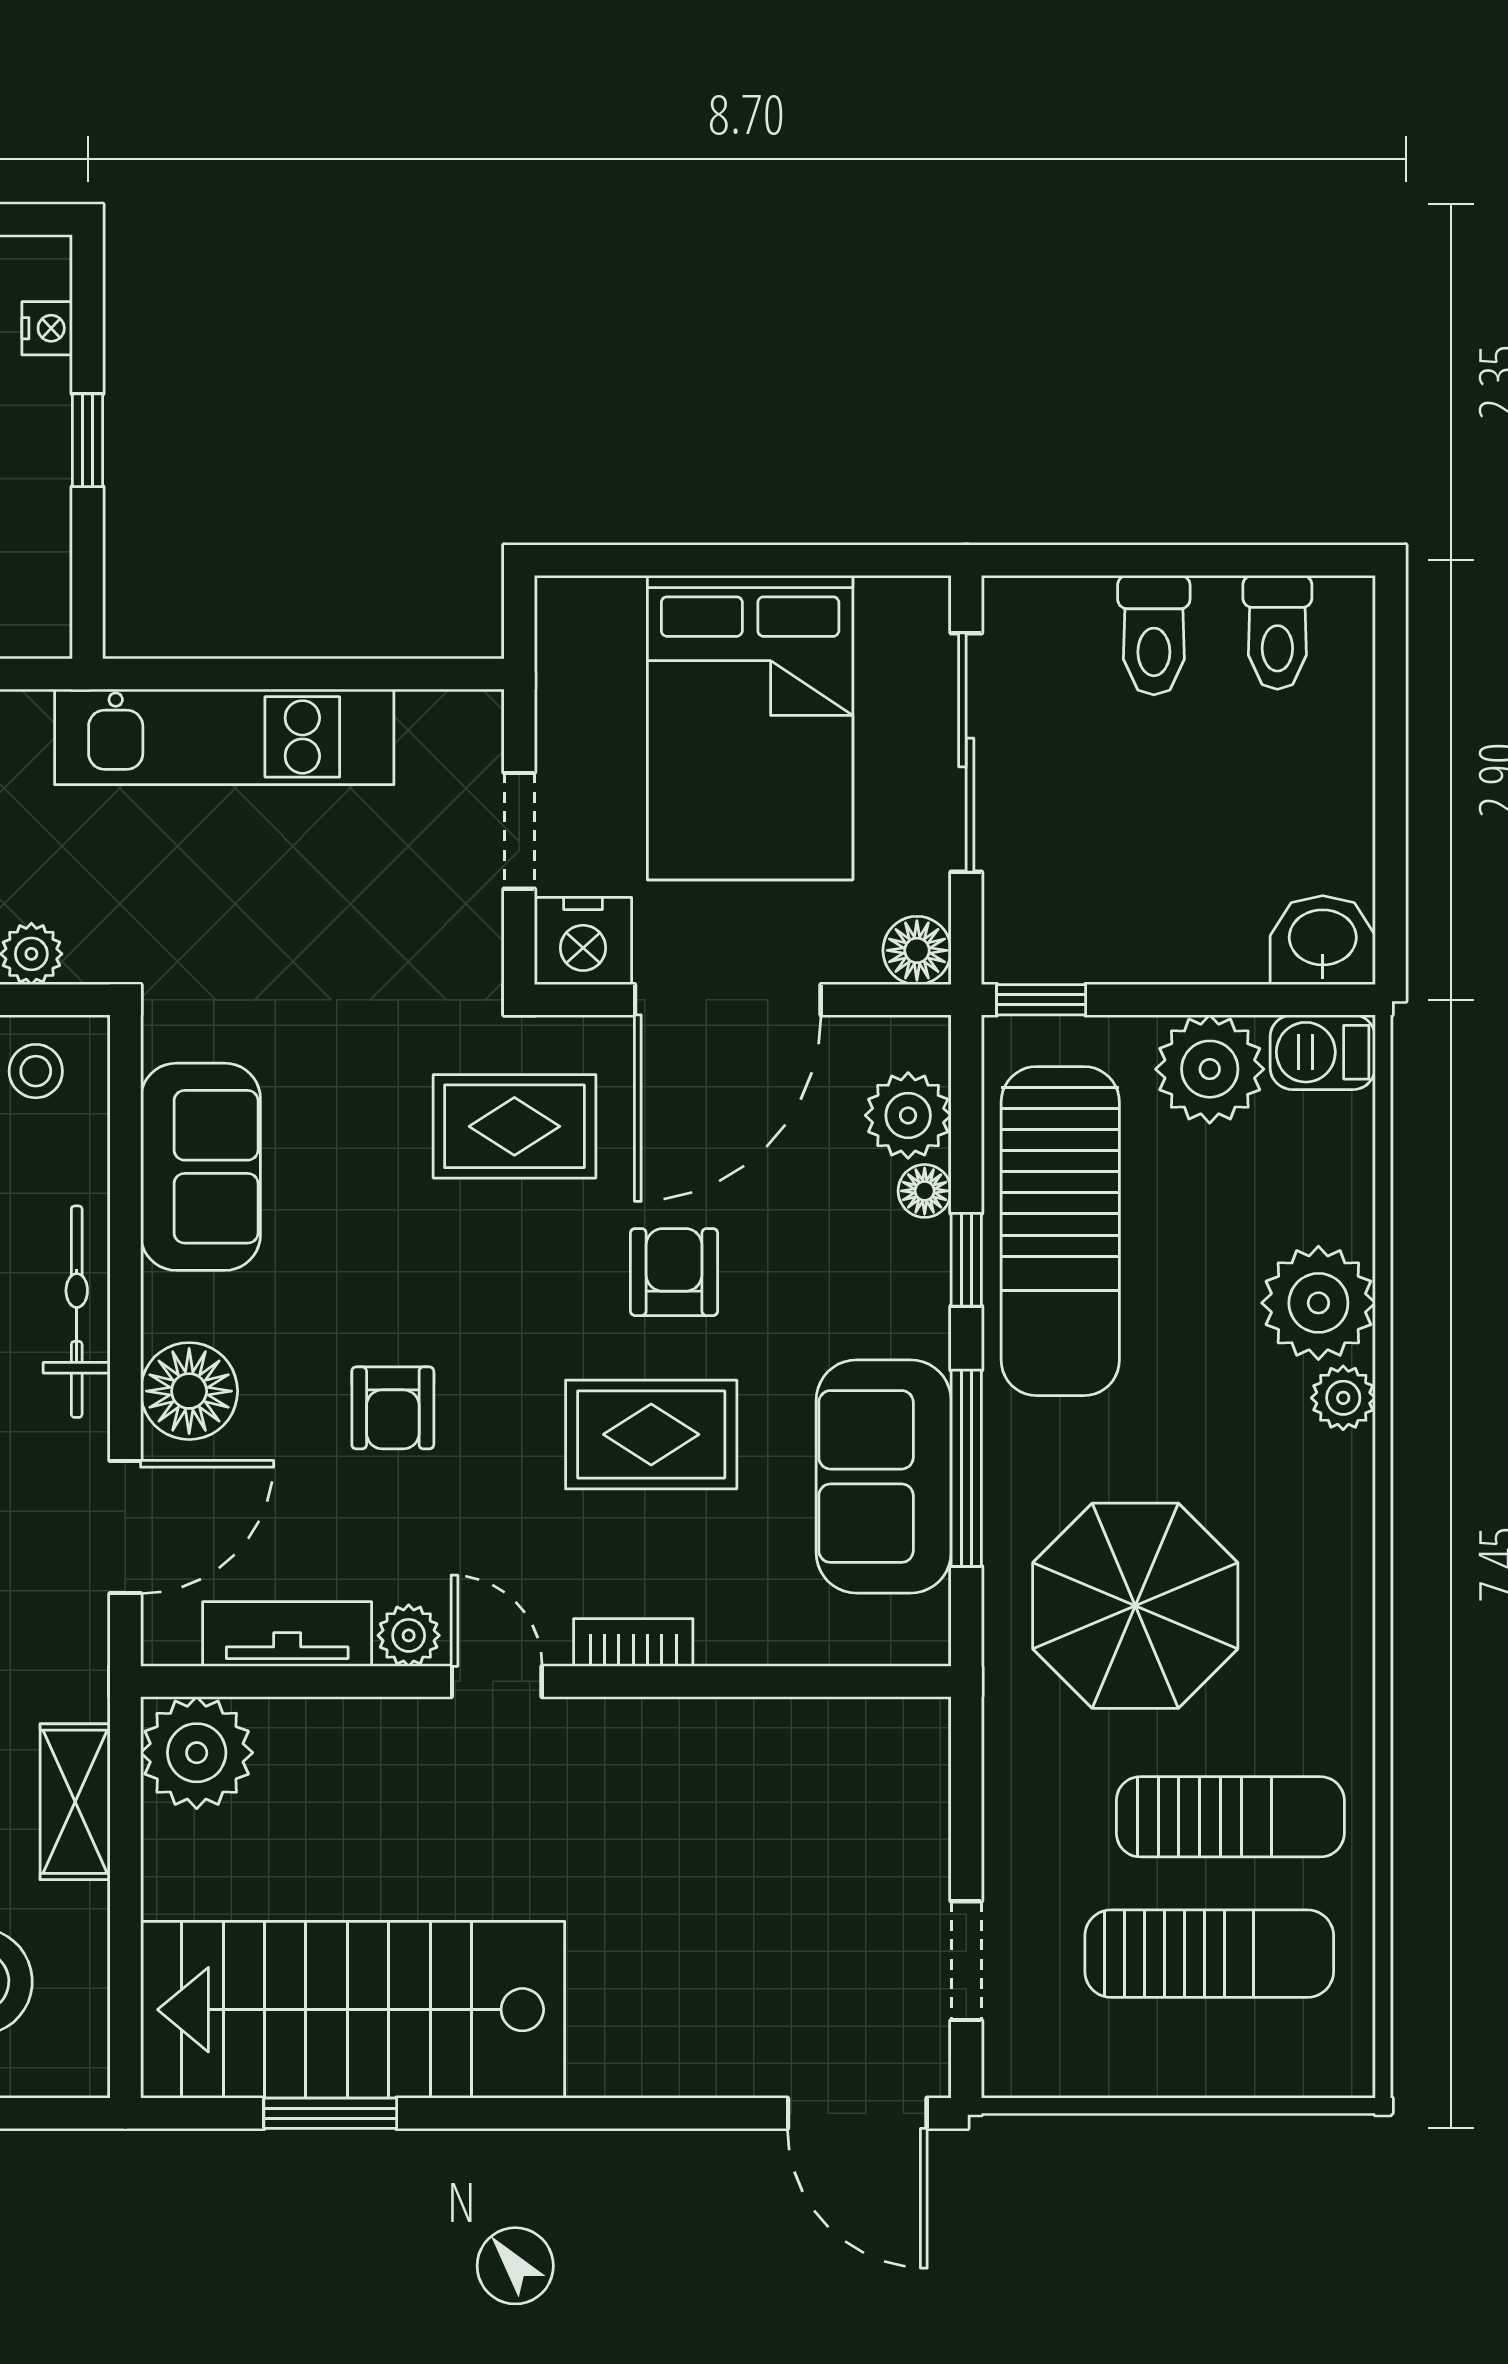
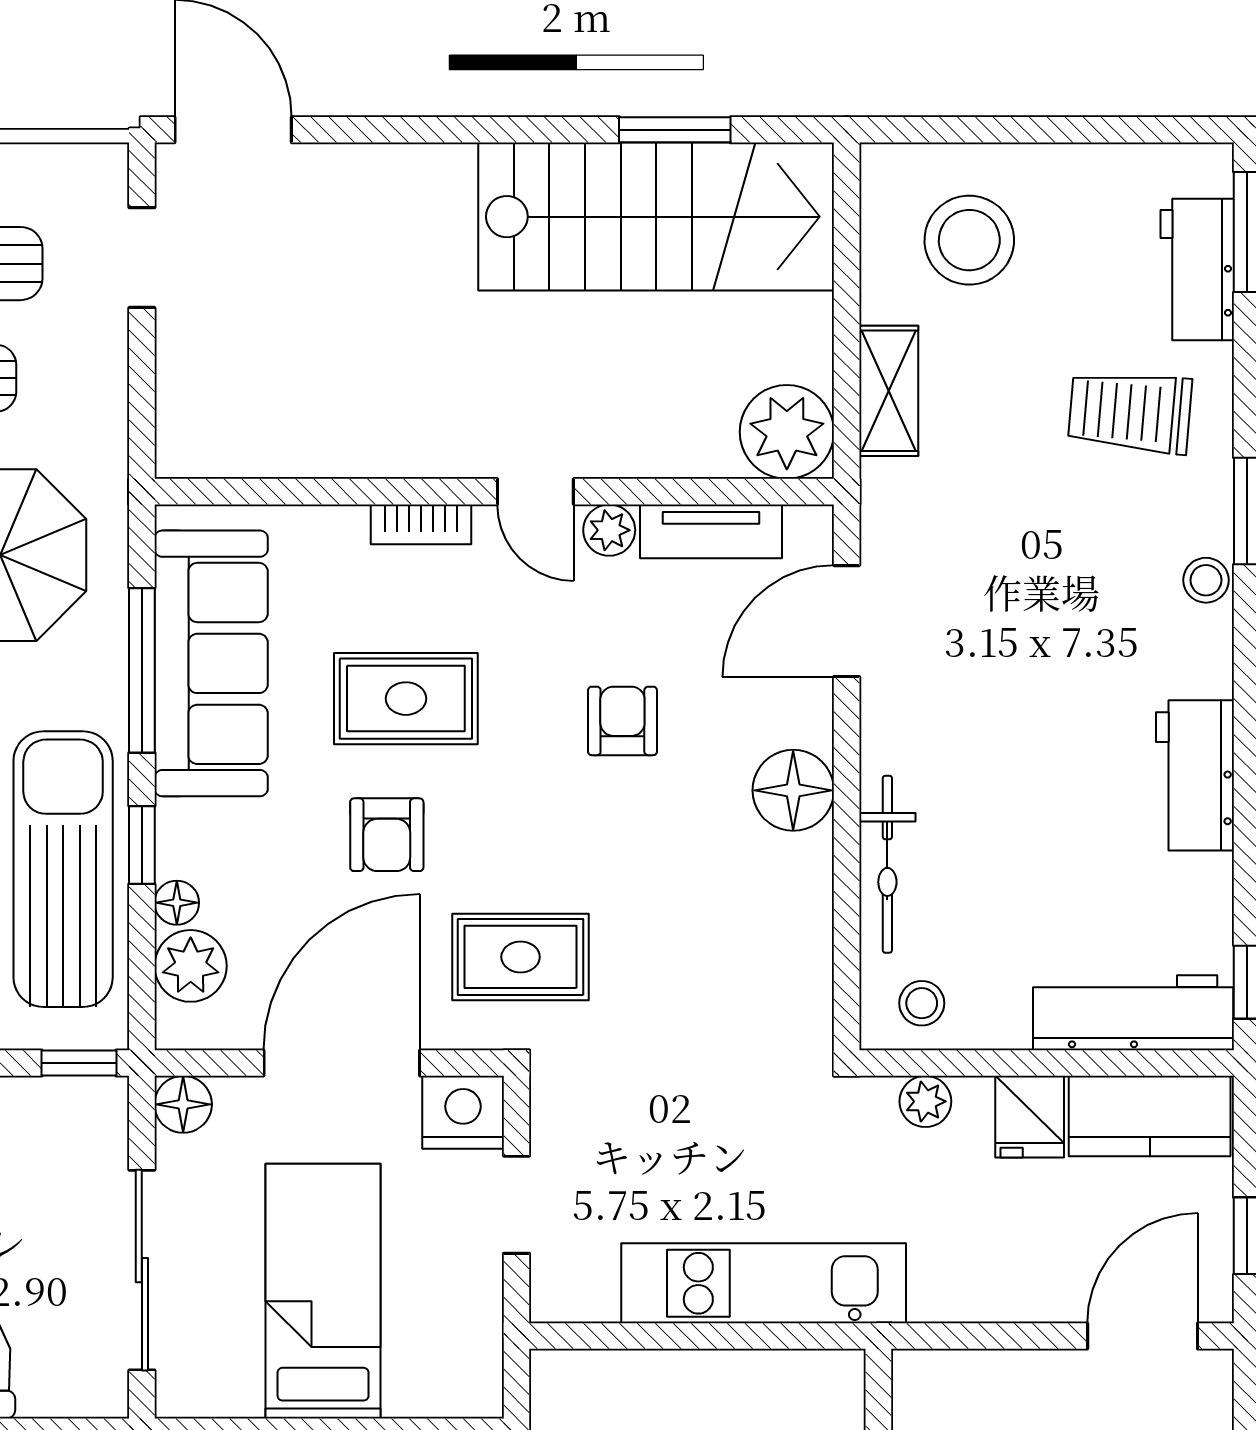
bed: (750, 728) -> (323, 1291), width x0.67
sofa: (200, 1167) -> (784, 923), removed
bicycle: (77, 1312) -> (887, 864), moved
floor lamp: (189, 1391) -> (793, 790), moved
sofa: (884, 1476) -> (211, 663), width x1.36

